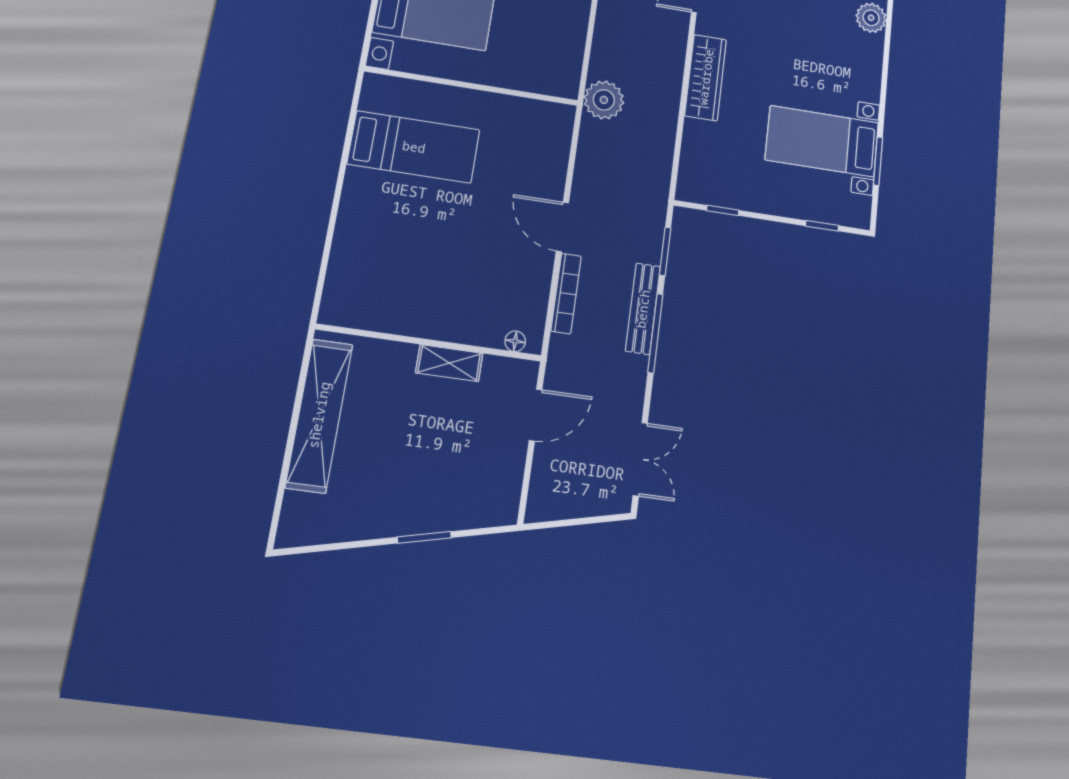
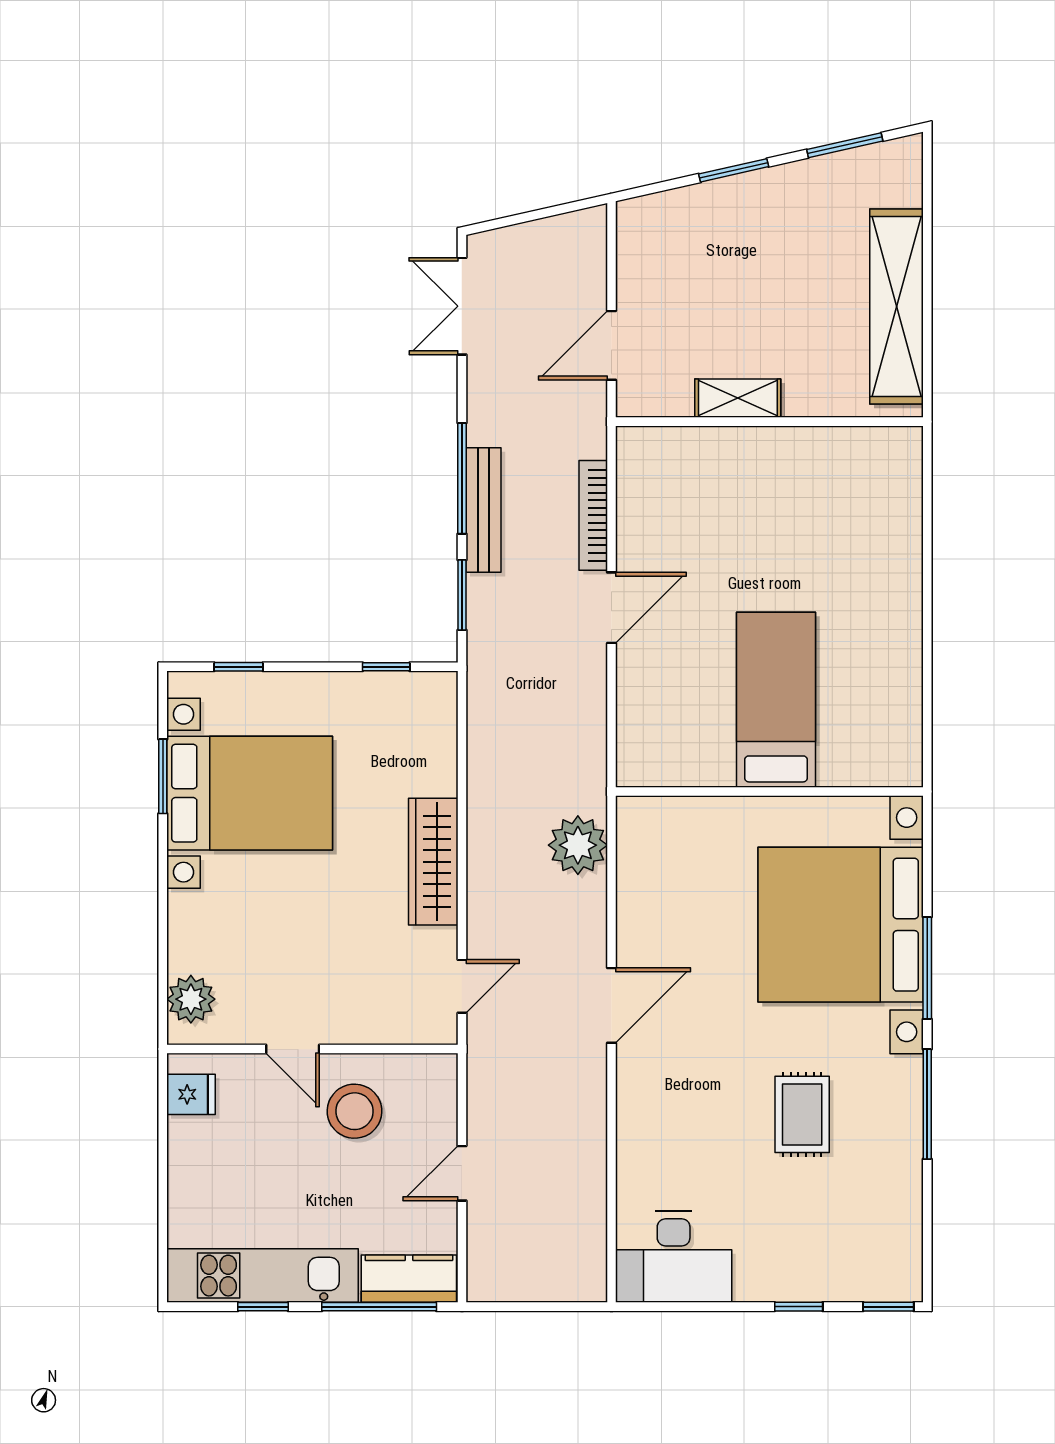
plant: (604, 100) -> (578, 845), moved
bed with nightstands: (822, 141) -> (250, 793), width x1.36
bed: (414, 147) -> (776, 700), moved, turned 90
door: (562, 227) -> (611, 608), hinge flipped
floor lamp: (515, 341) -> (654, 440), removed
window: (336, 546) -> (845, 145), added

